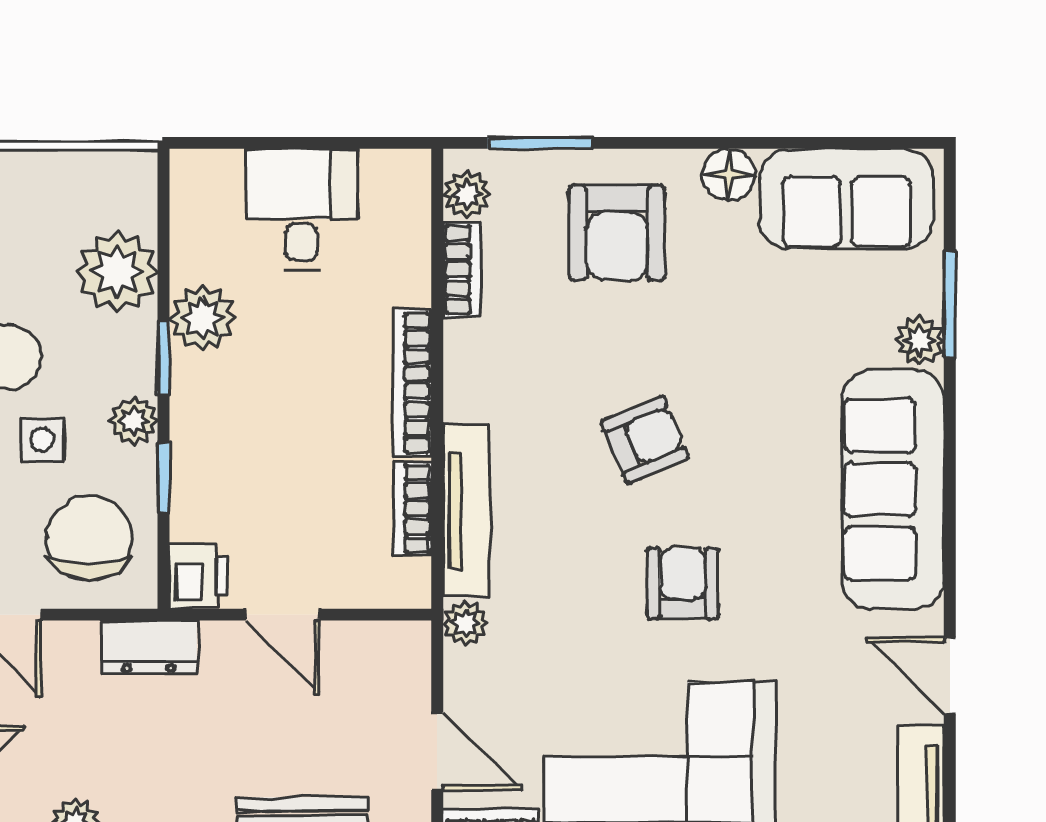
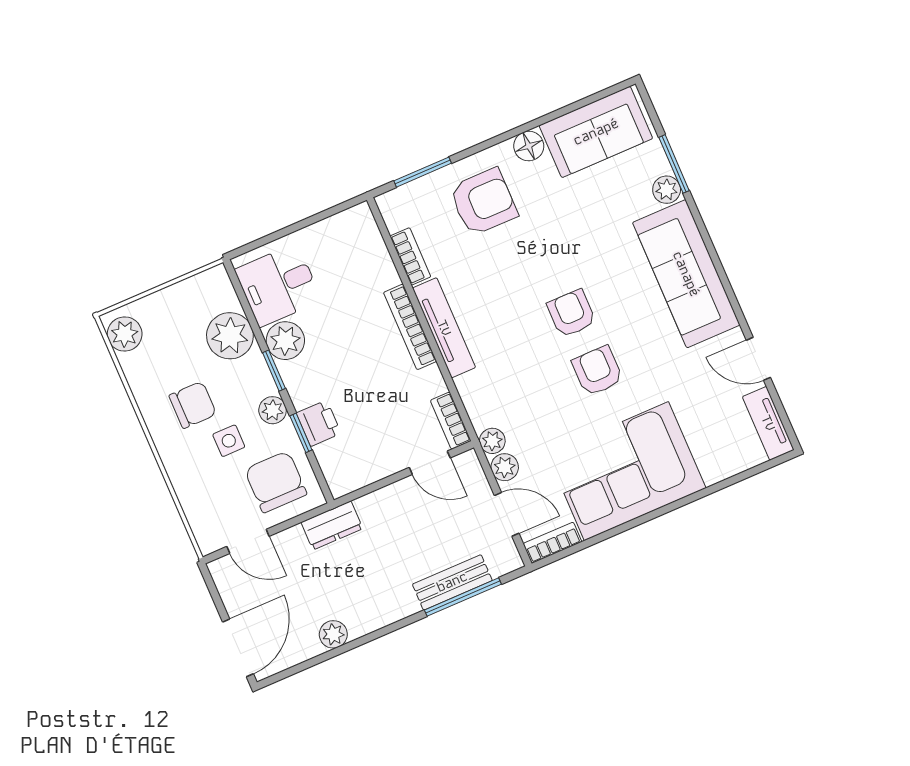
plant: (467, 194) -> (505, 467), moved
desk: (301, 209) -> (278, 285), moved, turned -90
armchair: (617, 233) -> (483, 202), turned -90
armchair: (645, 440) -> (571, 313), moved, turned -67
bookcase: (413, 509) -> (451, 421), moved
tv unit: (466, 510) -> (444, 328), moved
printer: (199, 576) -> (319, 423), moved
door: (283, 615) -> (430, 463), moved

